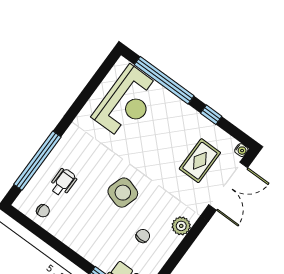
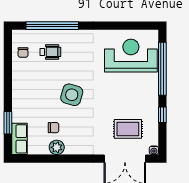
reception desk: (127, 103) -> (131, 56), turned 180
plant: (181, 226) -> (57, 147), moved

